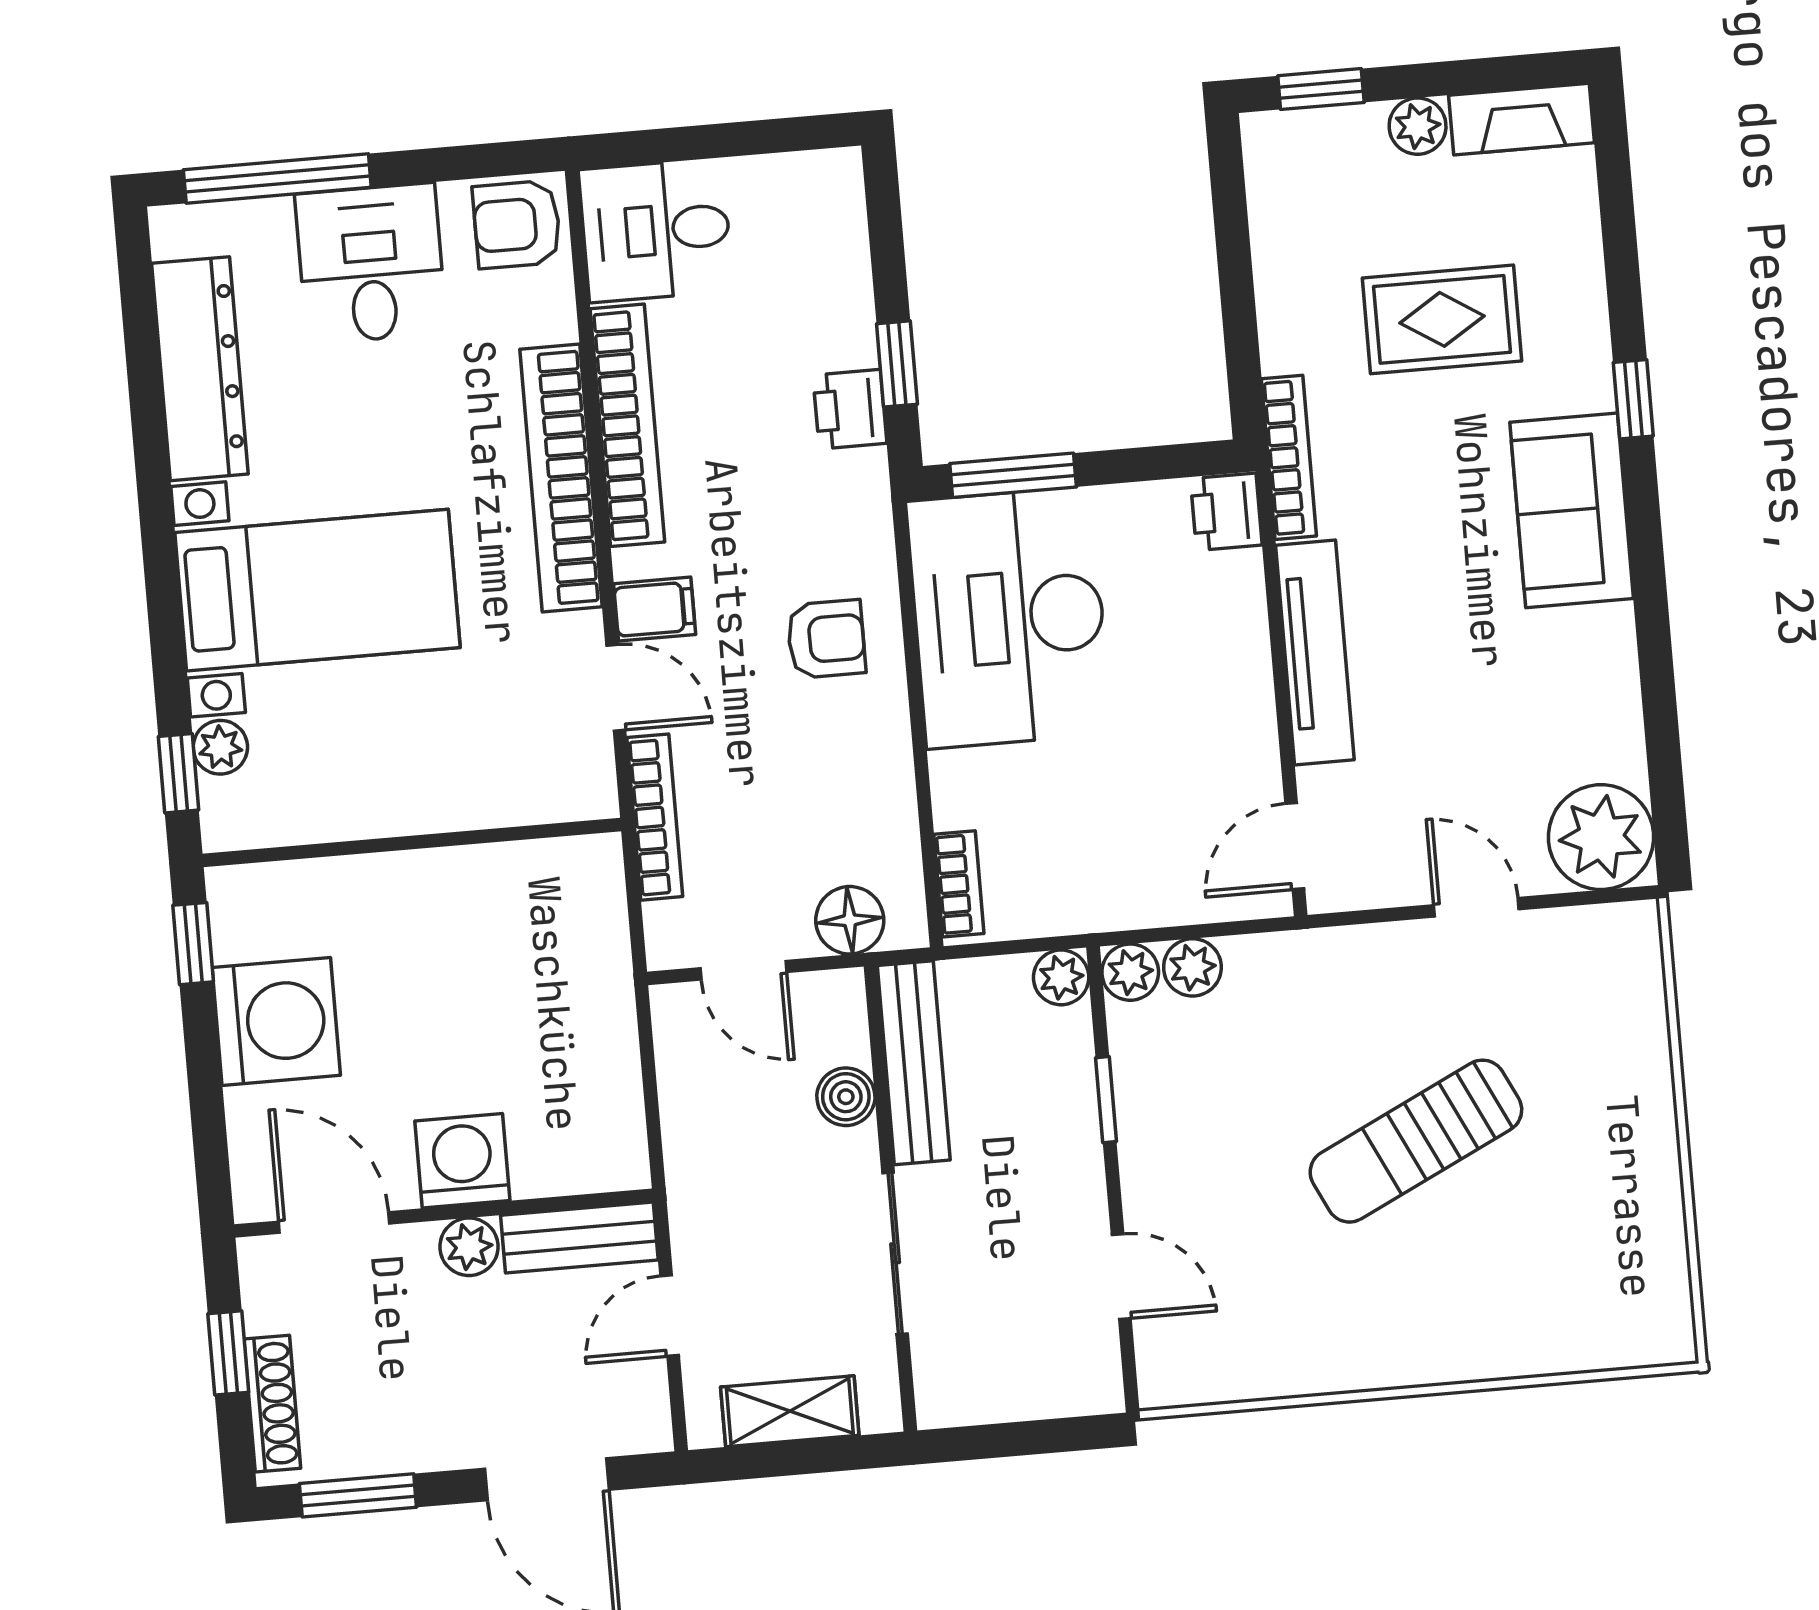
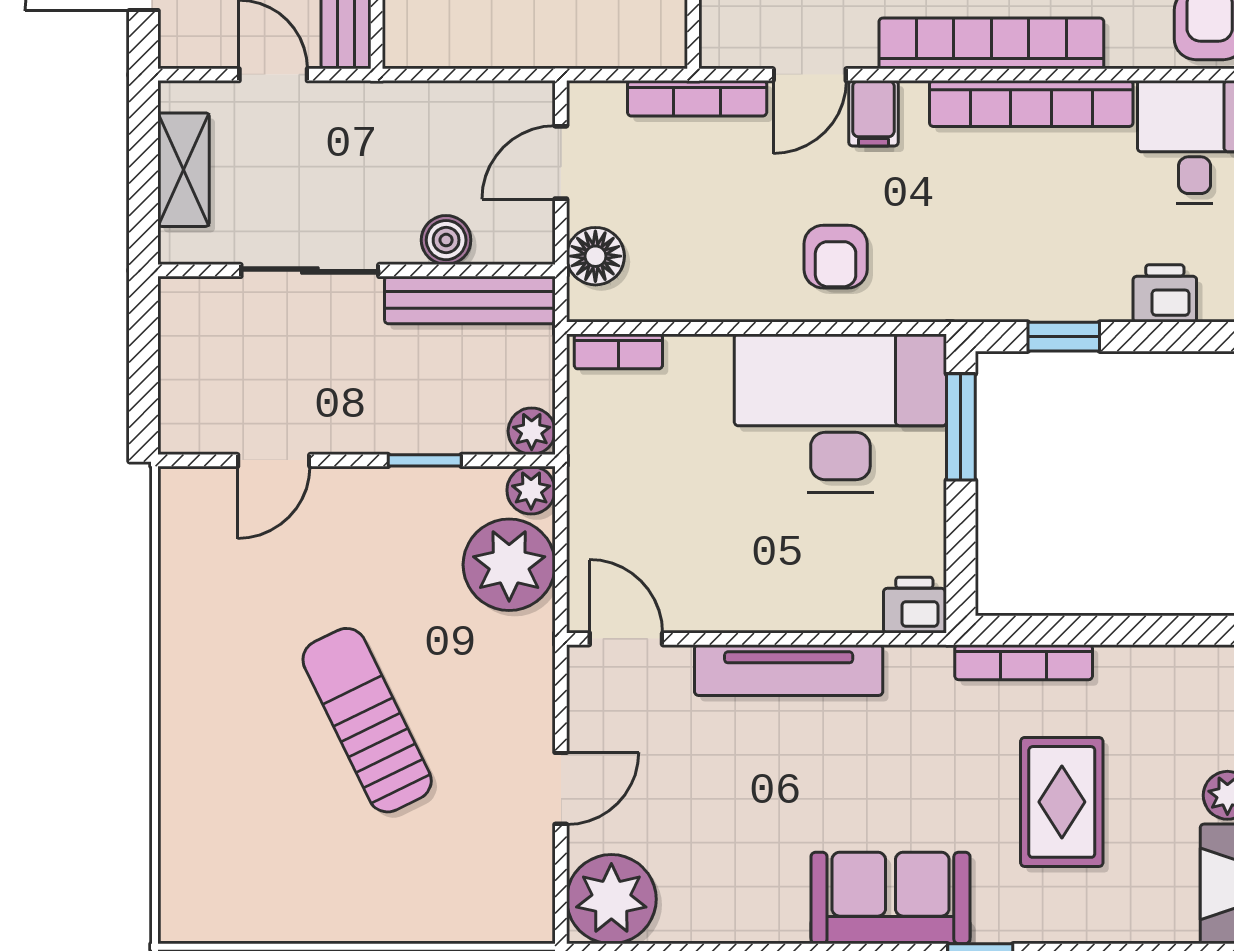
printer: (850, 409) -> (1165, 293), moved
bookcase: (1289, 457) -> (1024, 662), moved
plant: (1192, 967) -> (509, 565), width x1.87, depth x1.87

